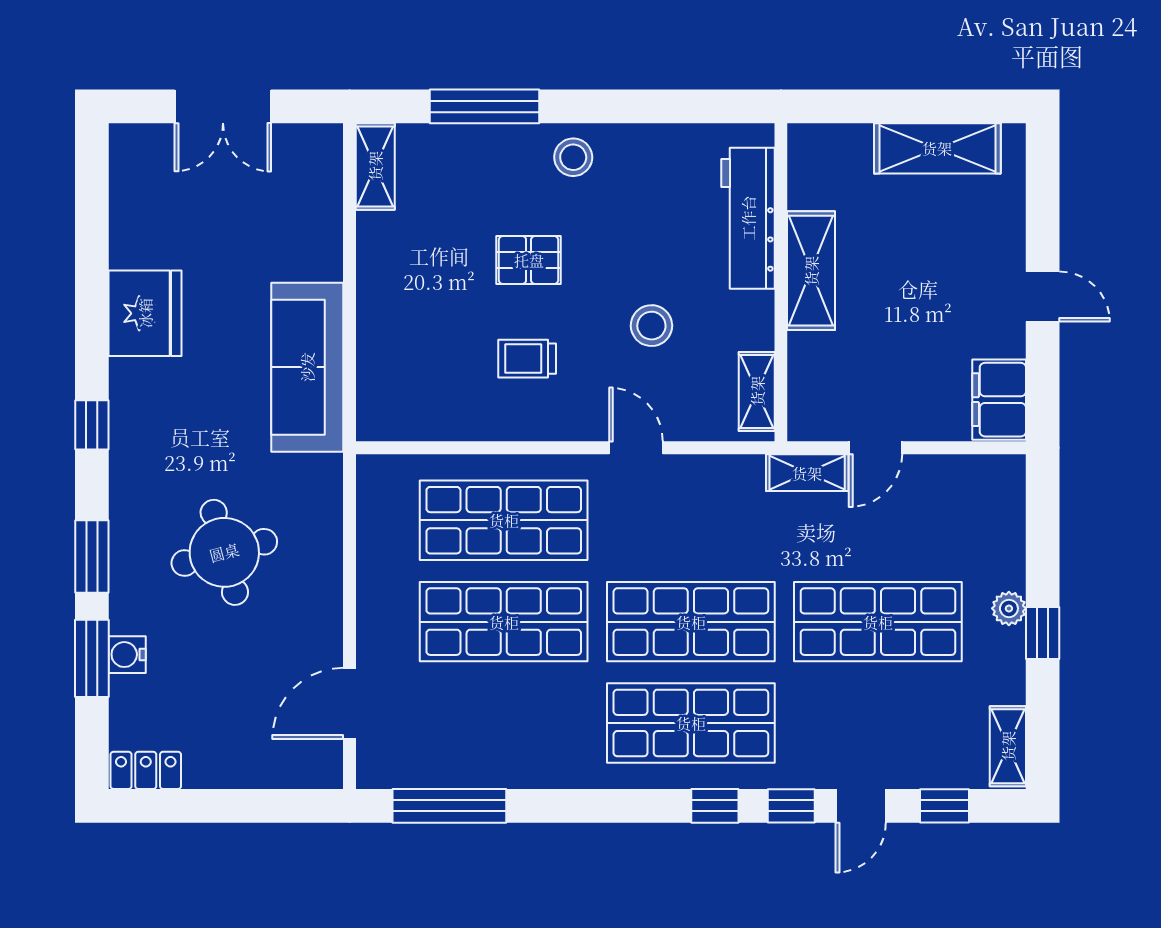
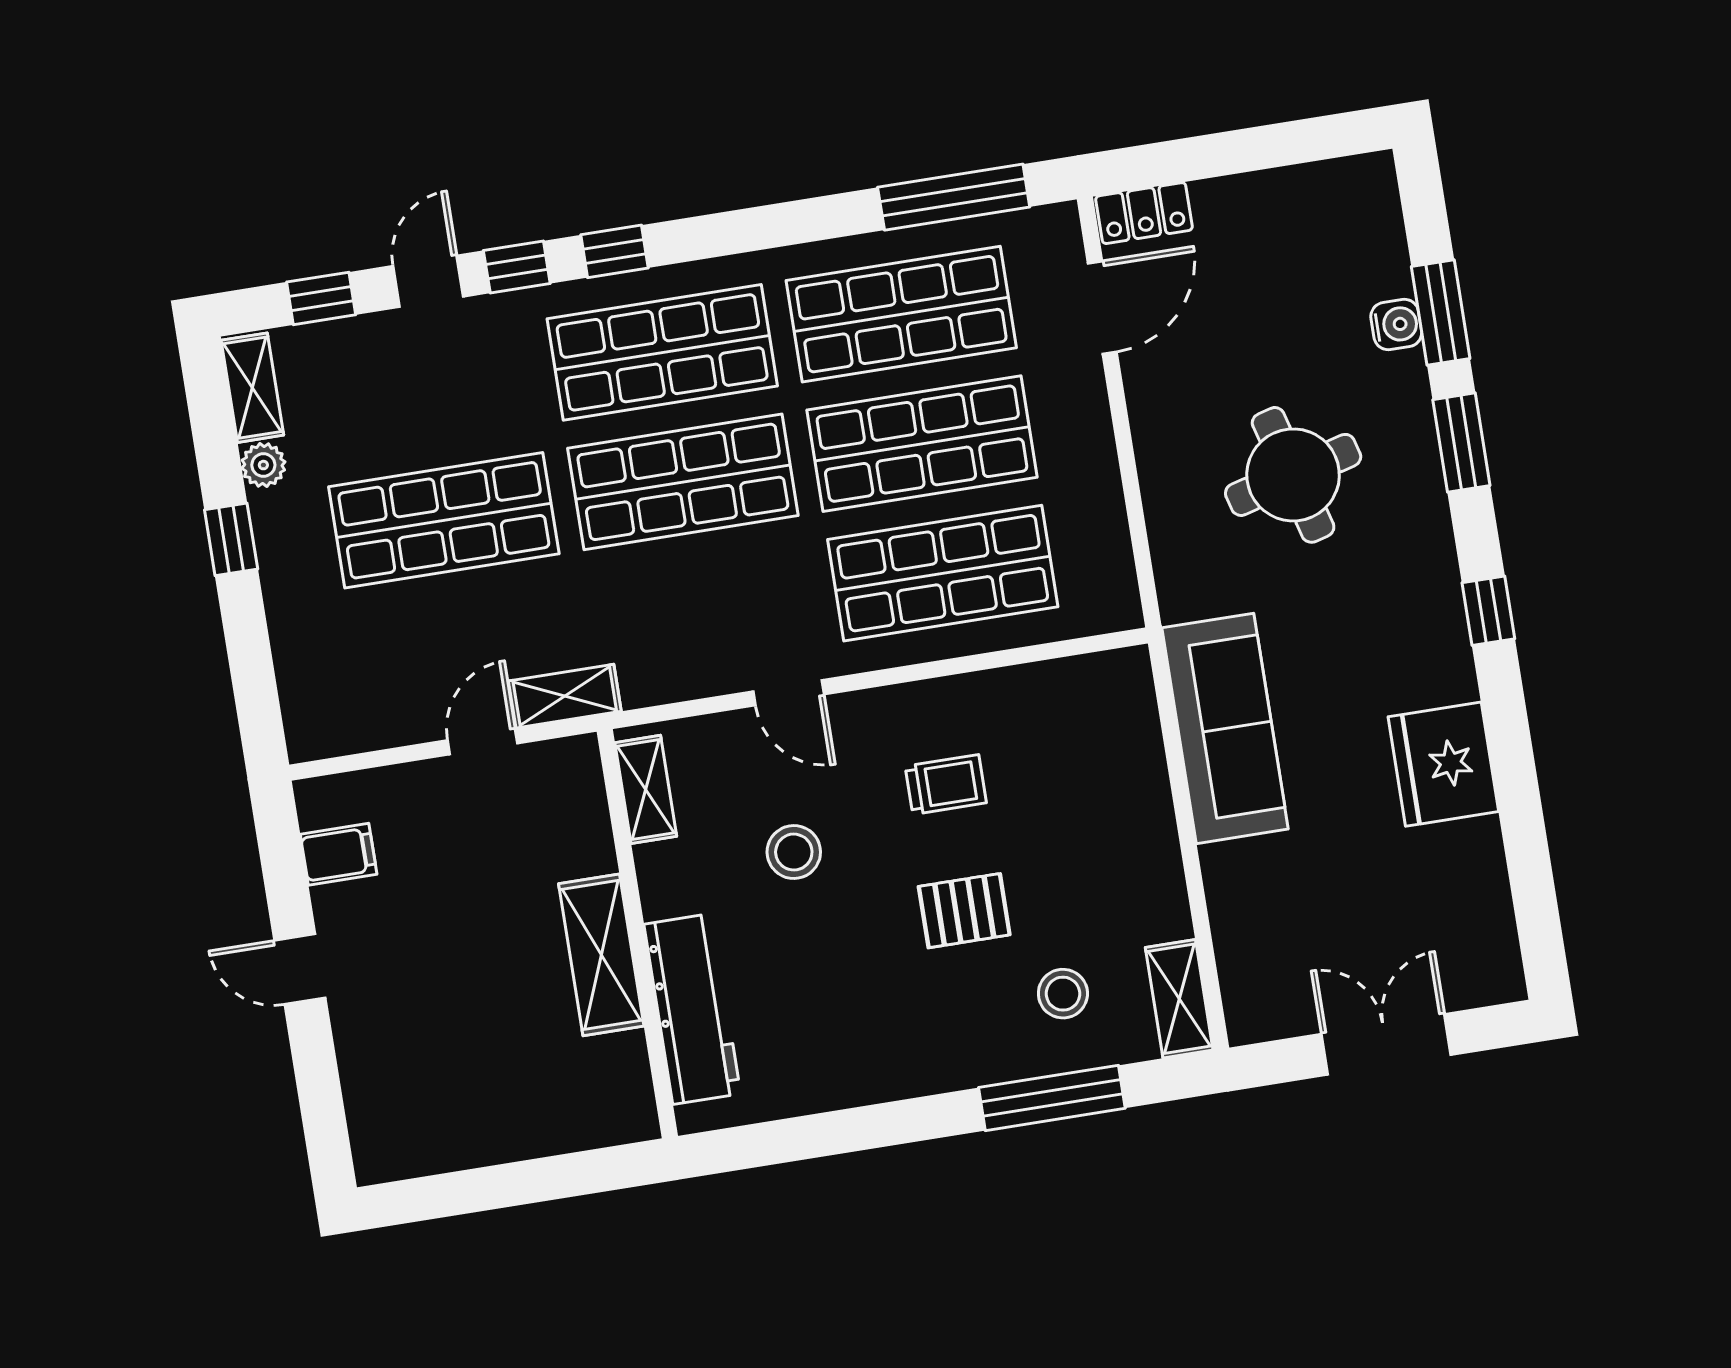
shelving: (937, 148) -> (465, 1137), removed
stool: (573, 157) -> (1063, 994), moved
filing cabinet: (999, 400) -> (339, 854), width x0.50
plant: (1009, 608) -> (263, 465), moved
shop shelf: (504, 723) -> (901, 314), added
locker: (146, 770) -> (1144, 213), moved

